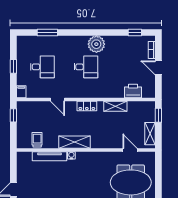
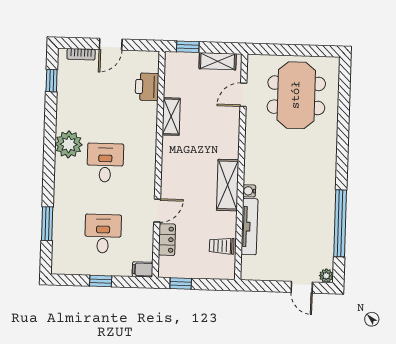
locker: (87, 106) -> (167, 240), moved

